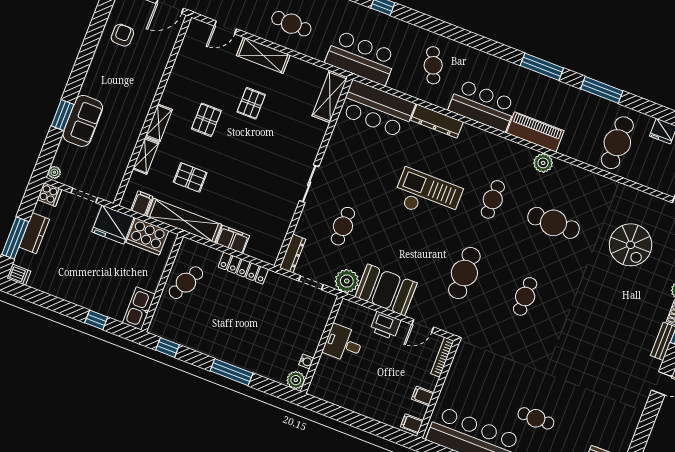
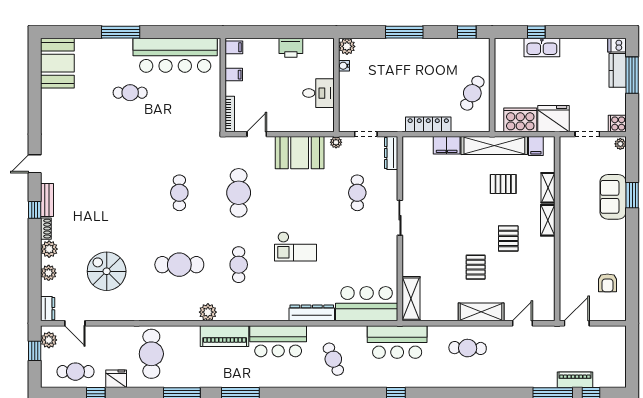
checkout: (427, 196) -> (295, 246), width x0.73, depth x0.83
kitchen counter: (34, 233) -> (618, 70), moved
plant: (347, 281) -> (336, 142), width x0.53, depth x0.53
kitchen sink: (139, 308) -> (542, 47), moved, turned 90
printer: (385, 325) -> (291, 48), moved, turned 180

